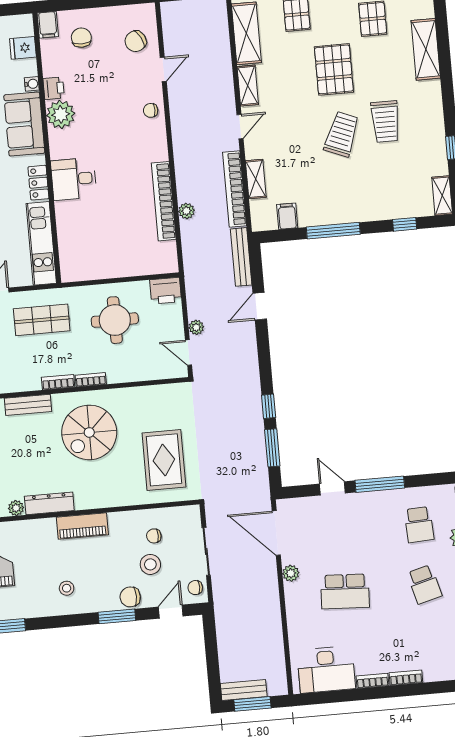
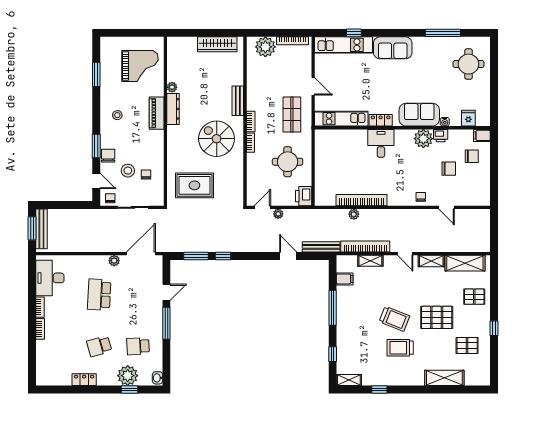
chair: (136, 41) -> (449, 169), moved, turned 118
piano: (82, 526) -> (157, 113), moved
bench: (244, 690) -> (41, 229), width x1.36

